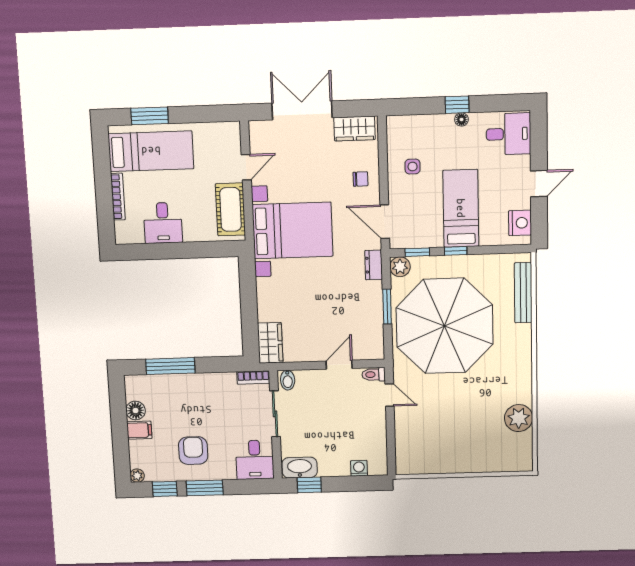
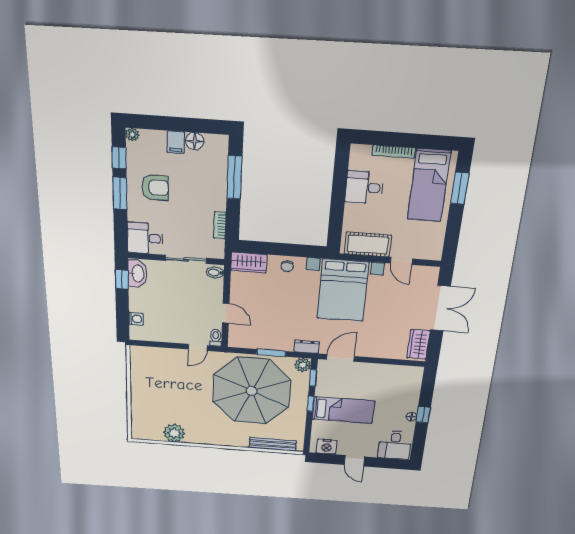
side table: (413, 167) -> (381, 381), removed
chair: (360, 179) -> (287, 266), moved
bookcase: (253, 377) -> (220, 225), moved

